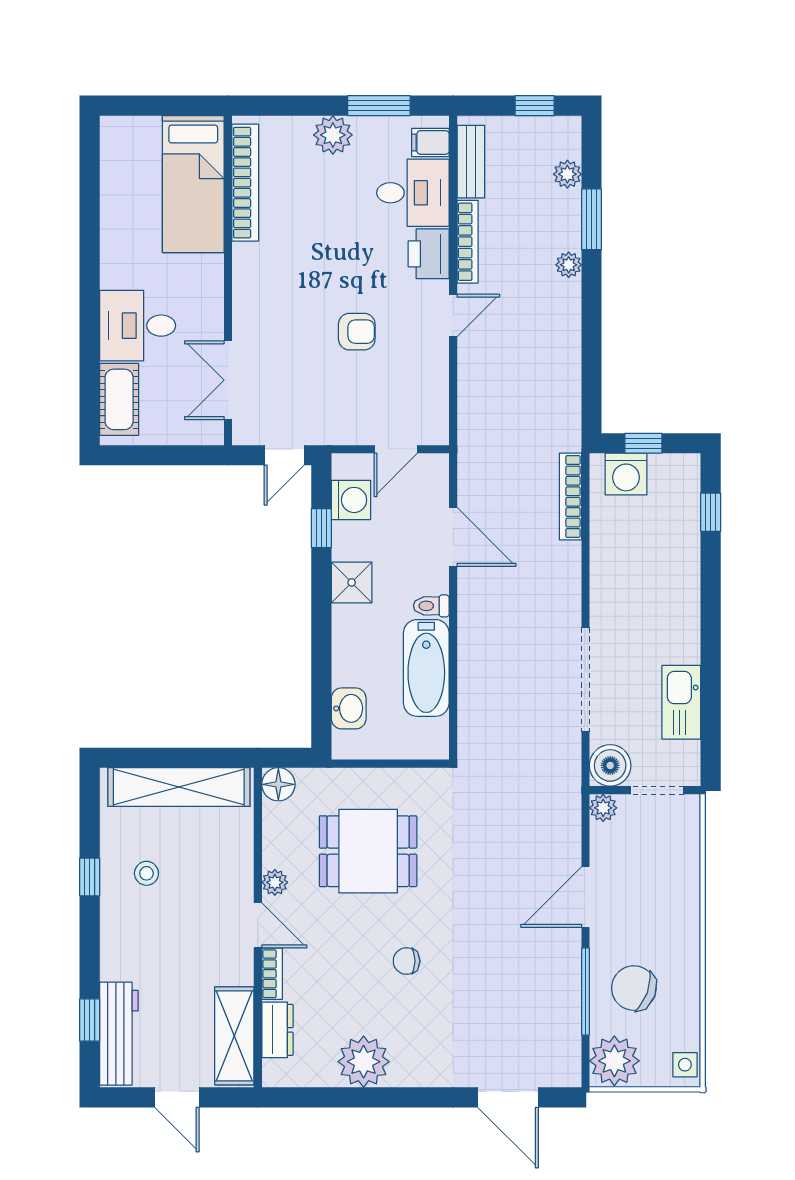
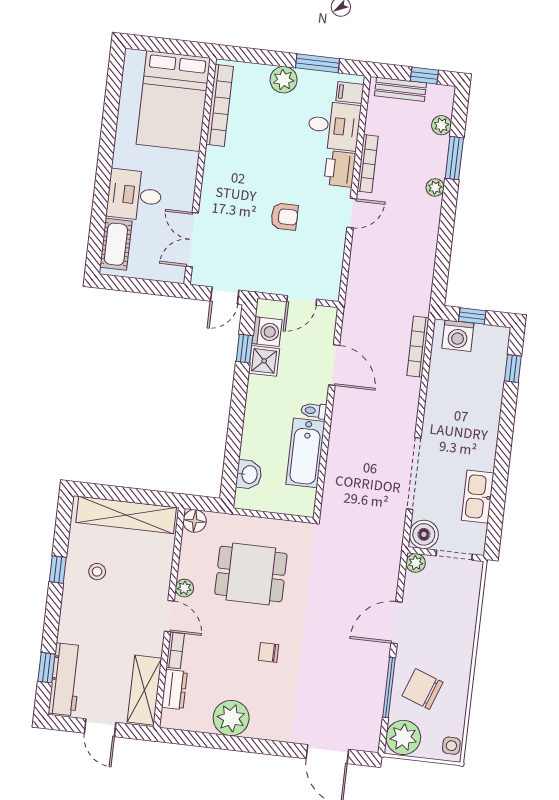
bench: (471, 162) -> (400, 89), moved, turned 90
bed: (193, 184) -> (173, 101), width x1.50
shower: (352, 582) -> (264, 361), moved

